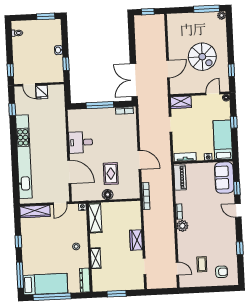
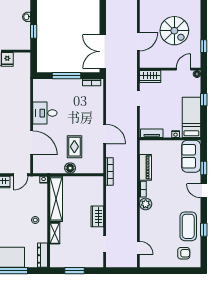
piano: (180, 178) -> (145, 167), moved
shelving: (95, 218) -> (56, 199), width x1.47
coffee table: (202, 264) -> (188, 226), moved, width x1.86, depth x1.72

